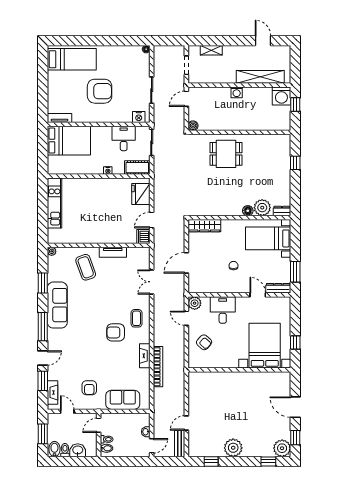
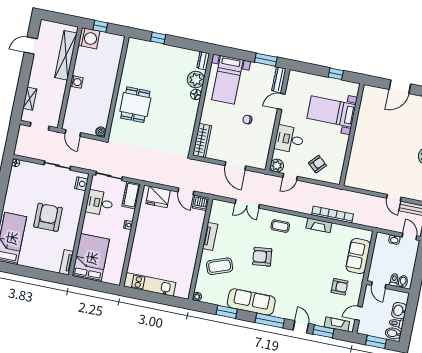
armchair: (116, 332) -> (262, 257), moved, turned 84
bed with nightstands: (265, 346) -> (331, 111), width x0.73

